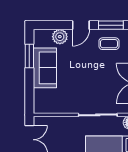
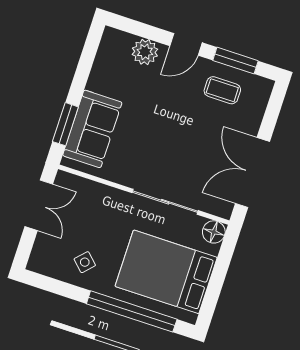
window: (29, 56) -> (65, 124), moved
sofa: (45, 68) -> (92, 129), moved

